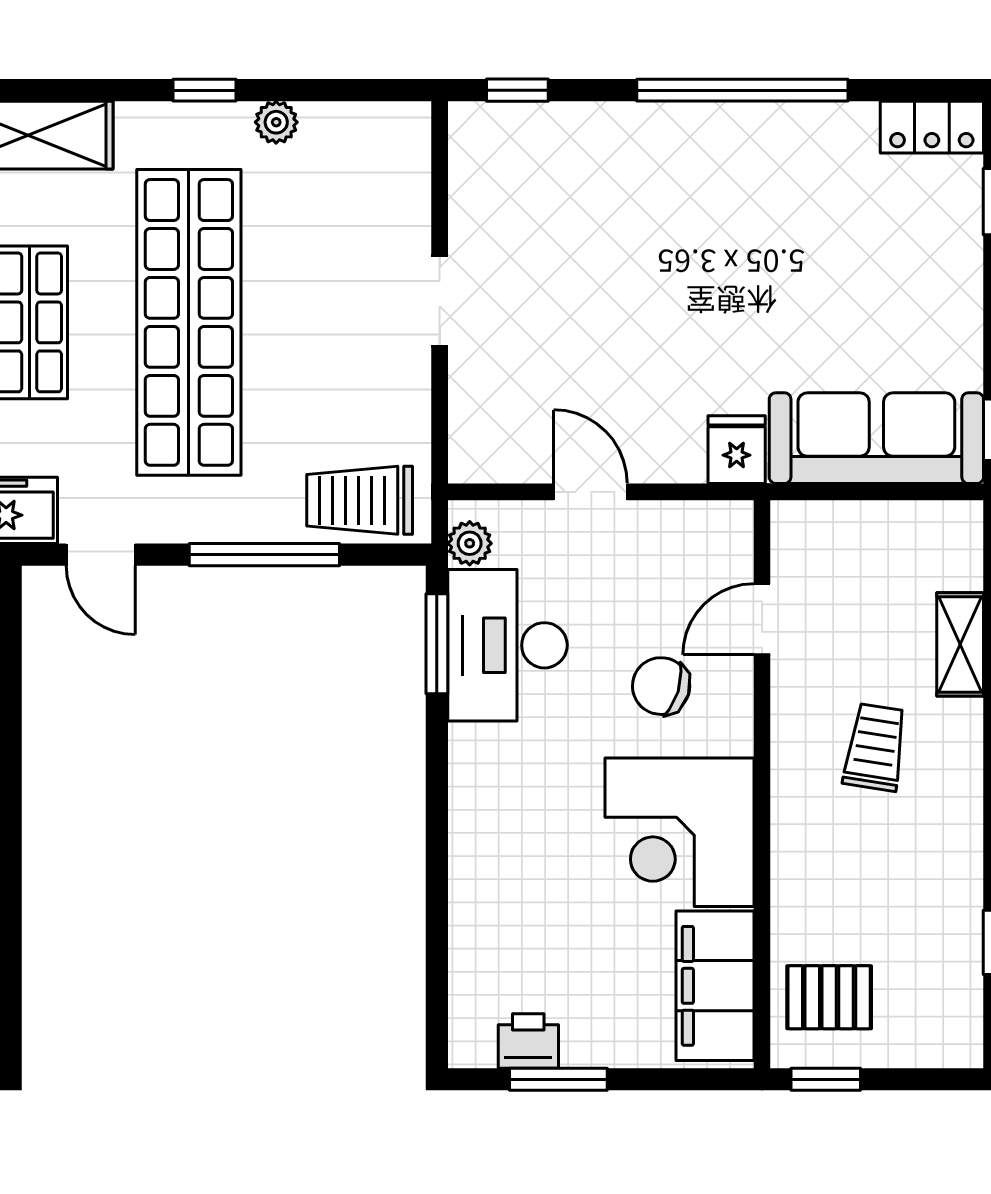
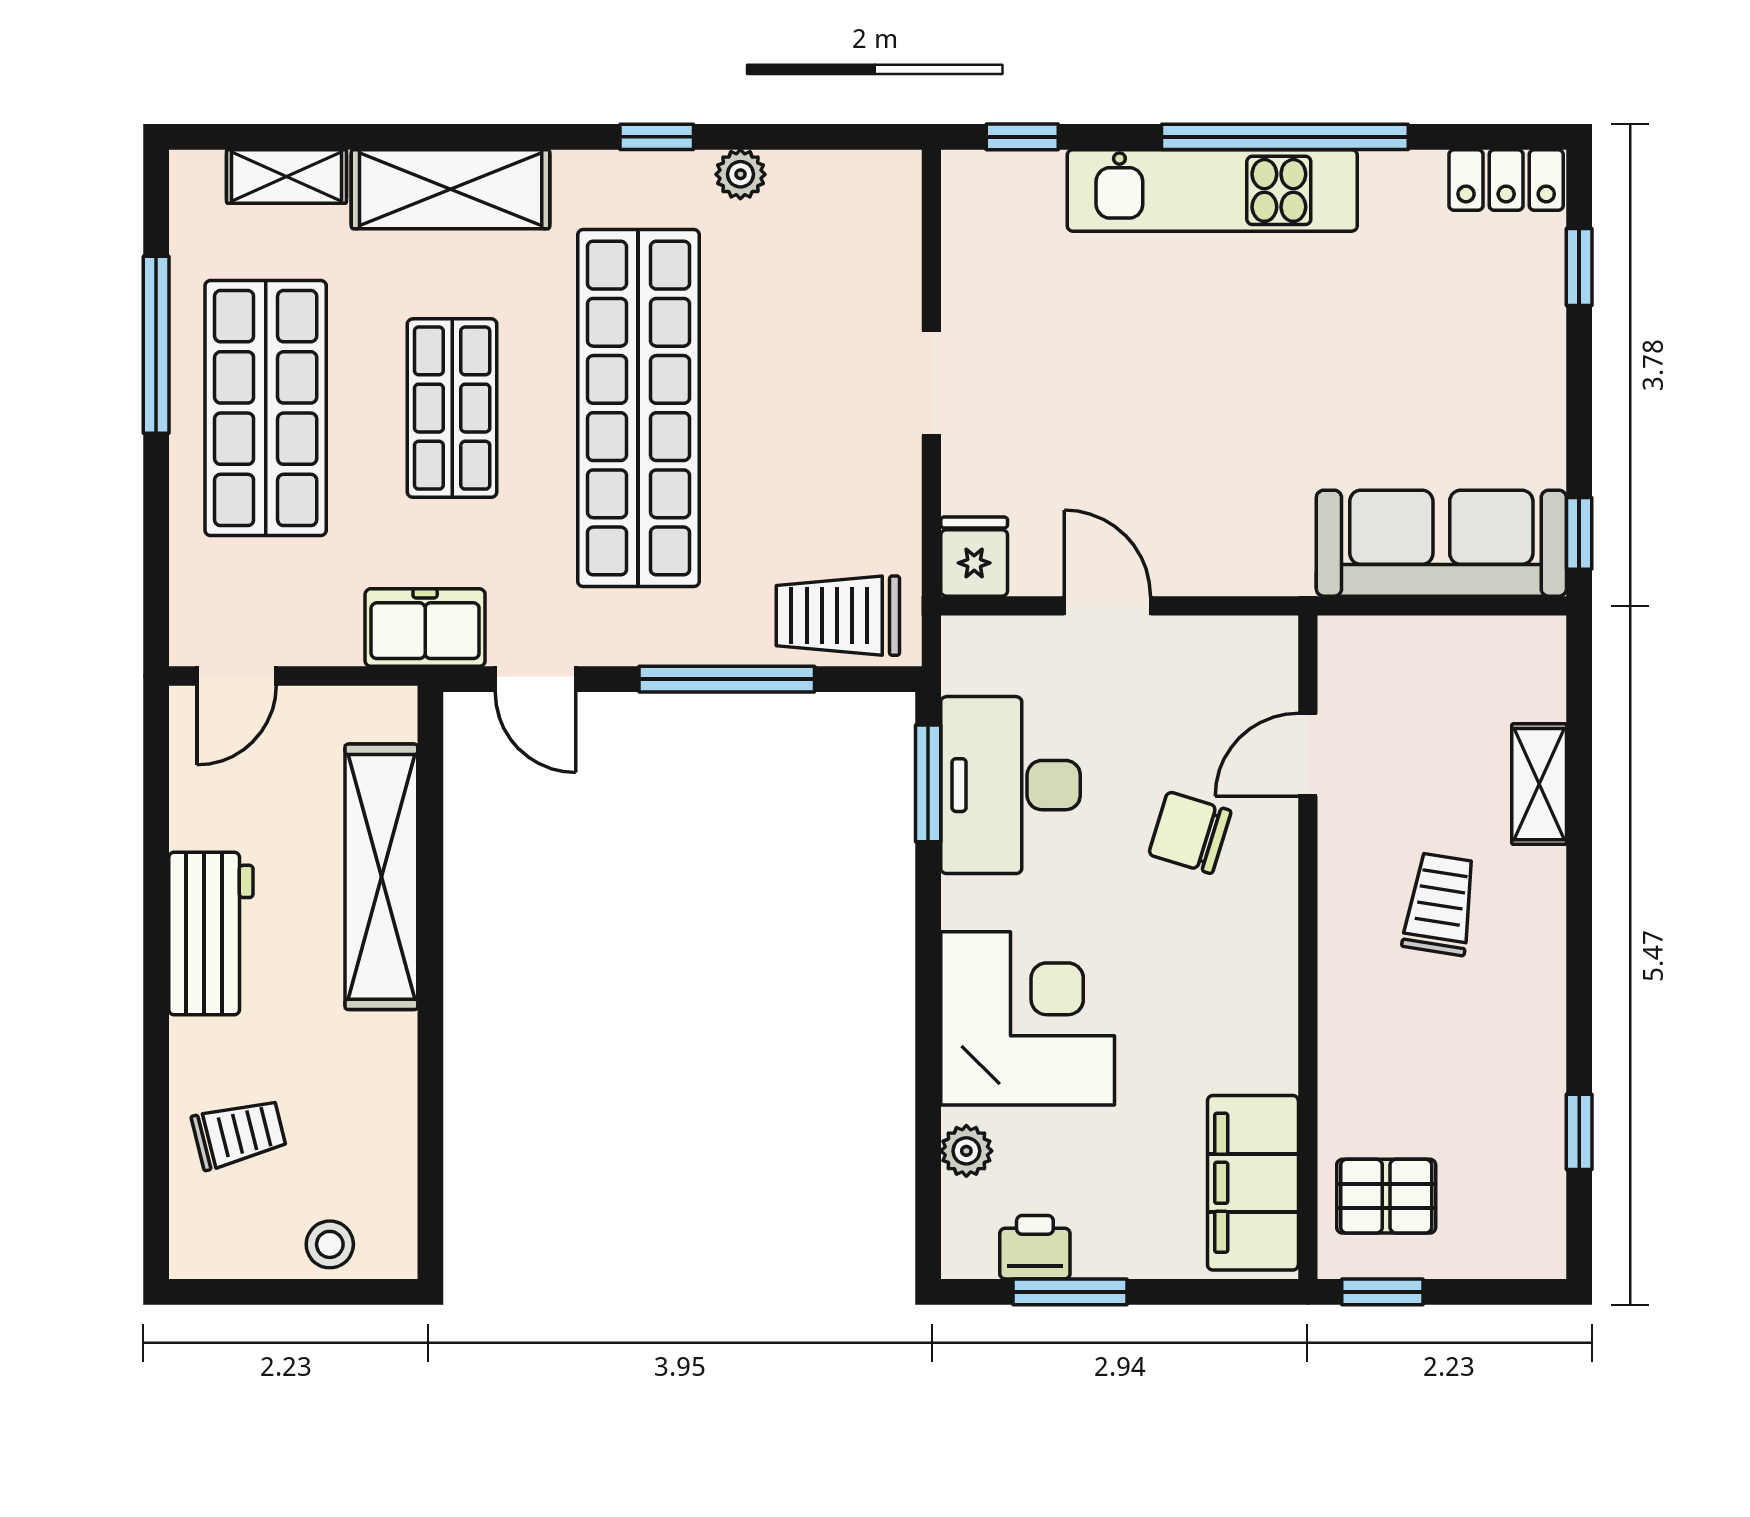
kitchen unit: (680, 136) -> (1212, 190), added
fridge: (737, 450) -> (974, 557), moved
plant: (470, 543) -> (966, 1151), moved
corner desk: (680, 832) -> (1028, 1018), moved, turned 180

